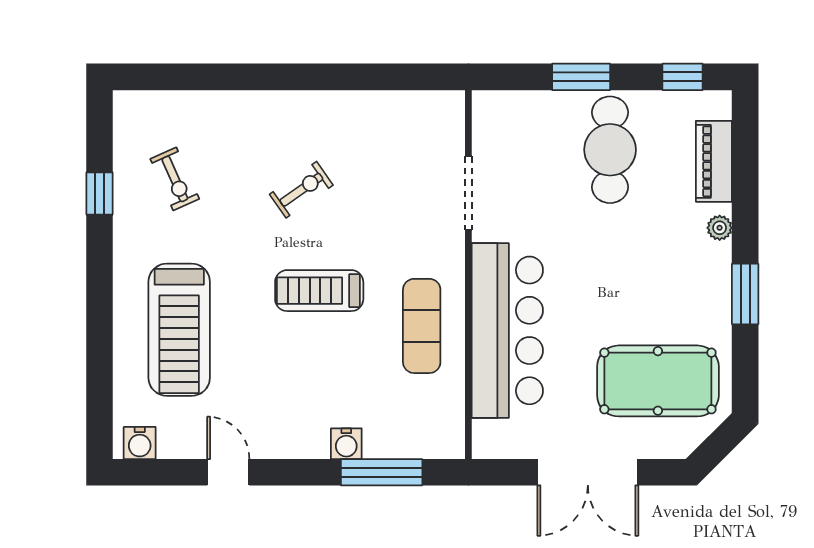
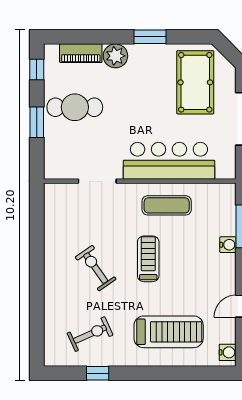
exercise bike: (175, 179) -> (90, 334), width x1.38, depth x1.39
exercise bike: (301, 190) -> (96, 268), width x1.38, depth x1.39
plant: (720, 228) -> (115, 56), width x1.87, depth x1.87
treadmill: (319, 291) -> (148, 259), turned 180

